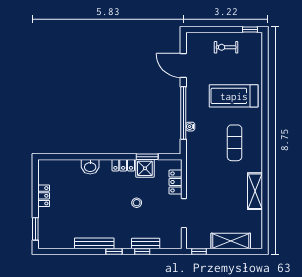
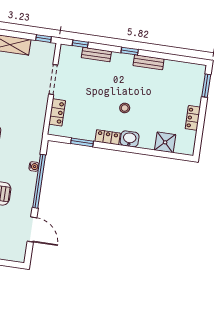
washbasin: (90, 167) -> (130, 139), moved
shower: (145, 168) -> (165, 142), moved
stool: (137, 203) -> (125, 108), moved
bench: (94, 243) -> (149, 62), width x0.73
window: (142, 251) -> (80, 44), moved

